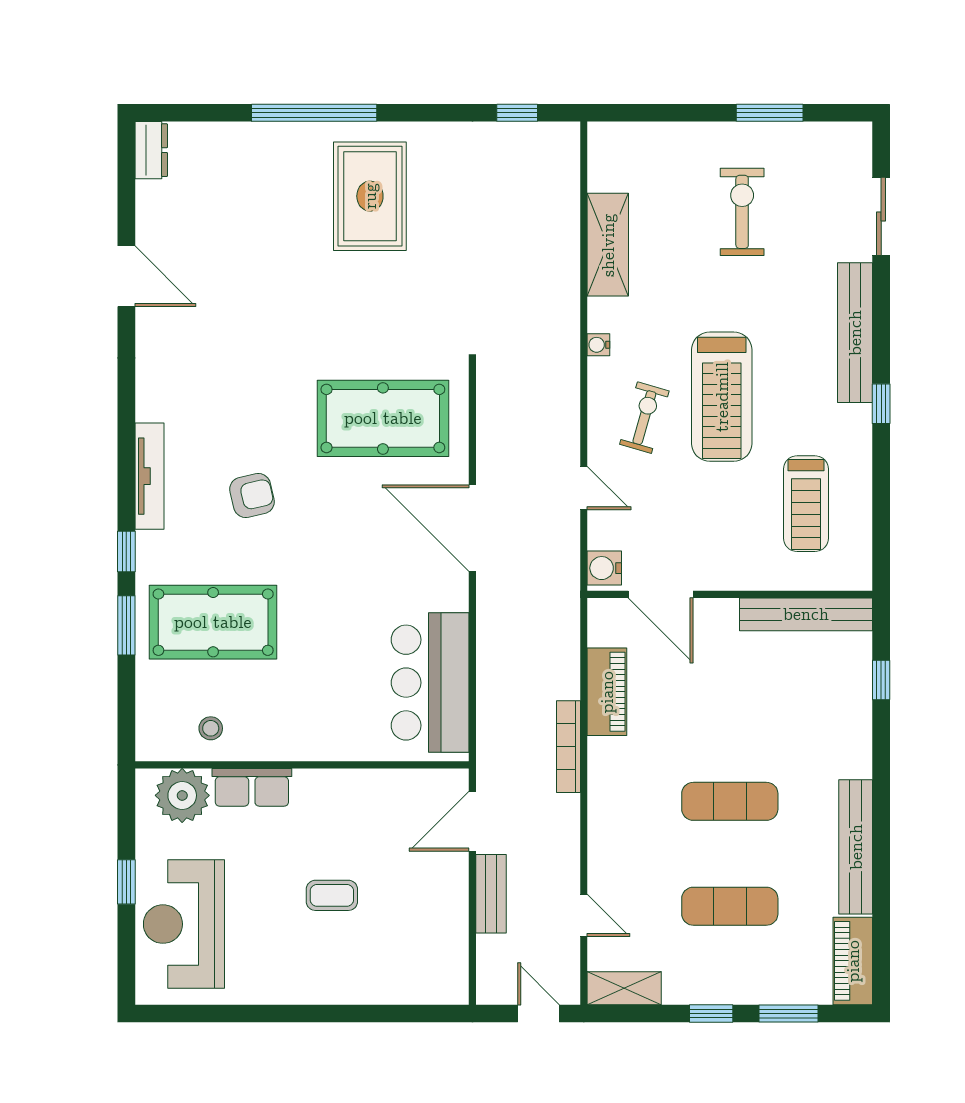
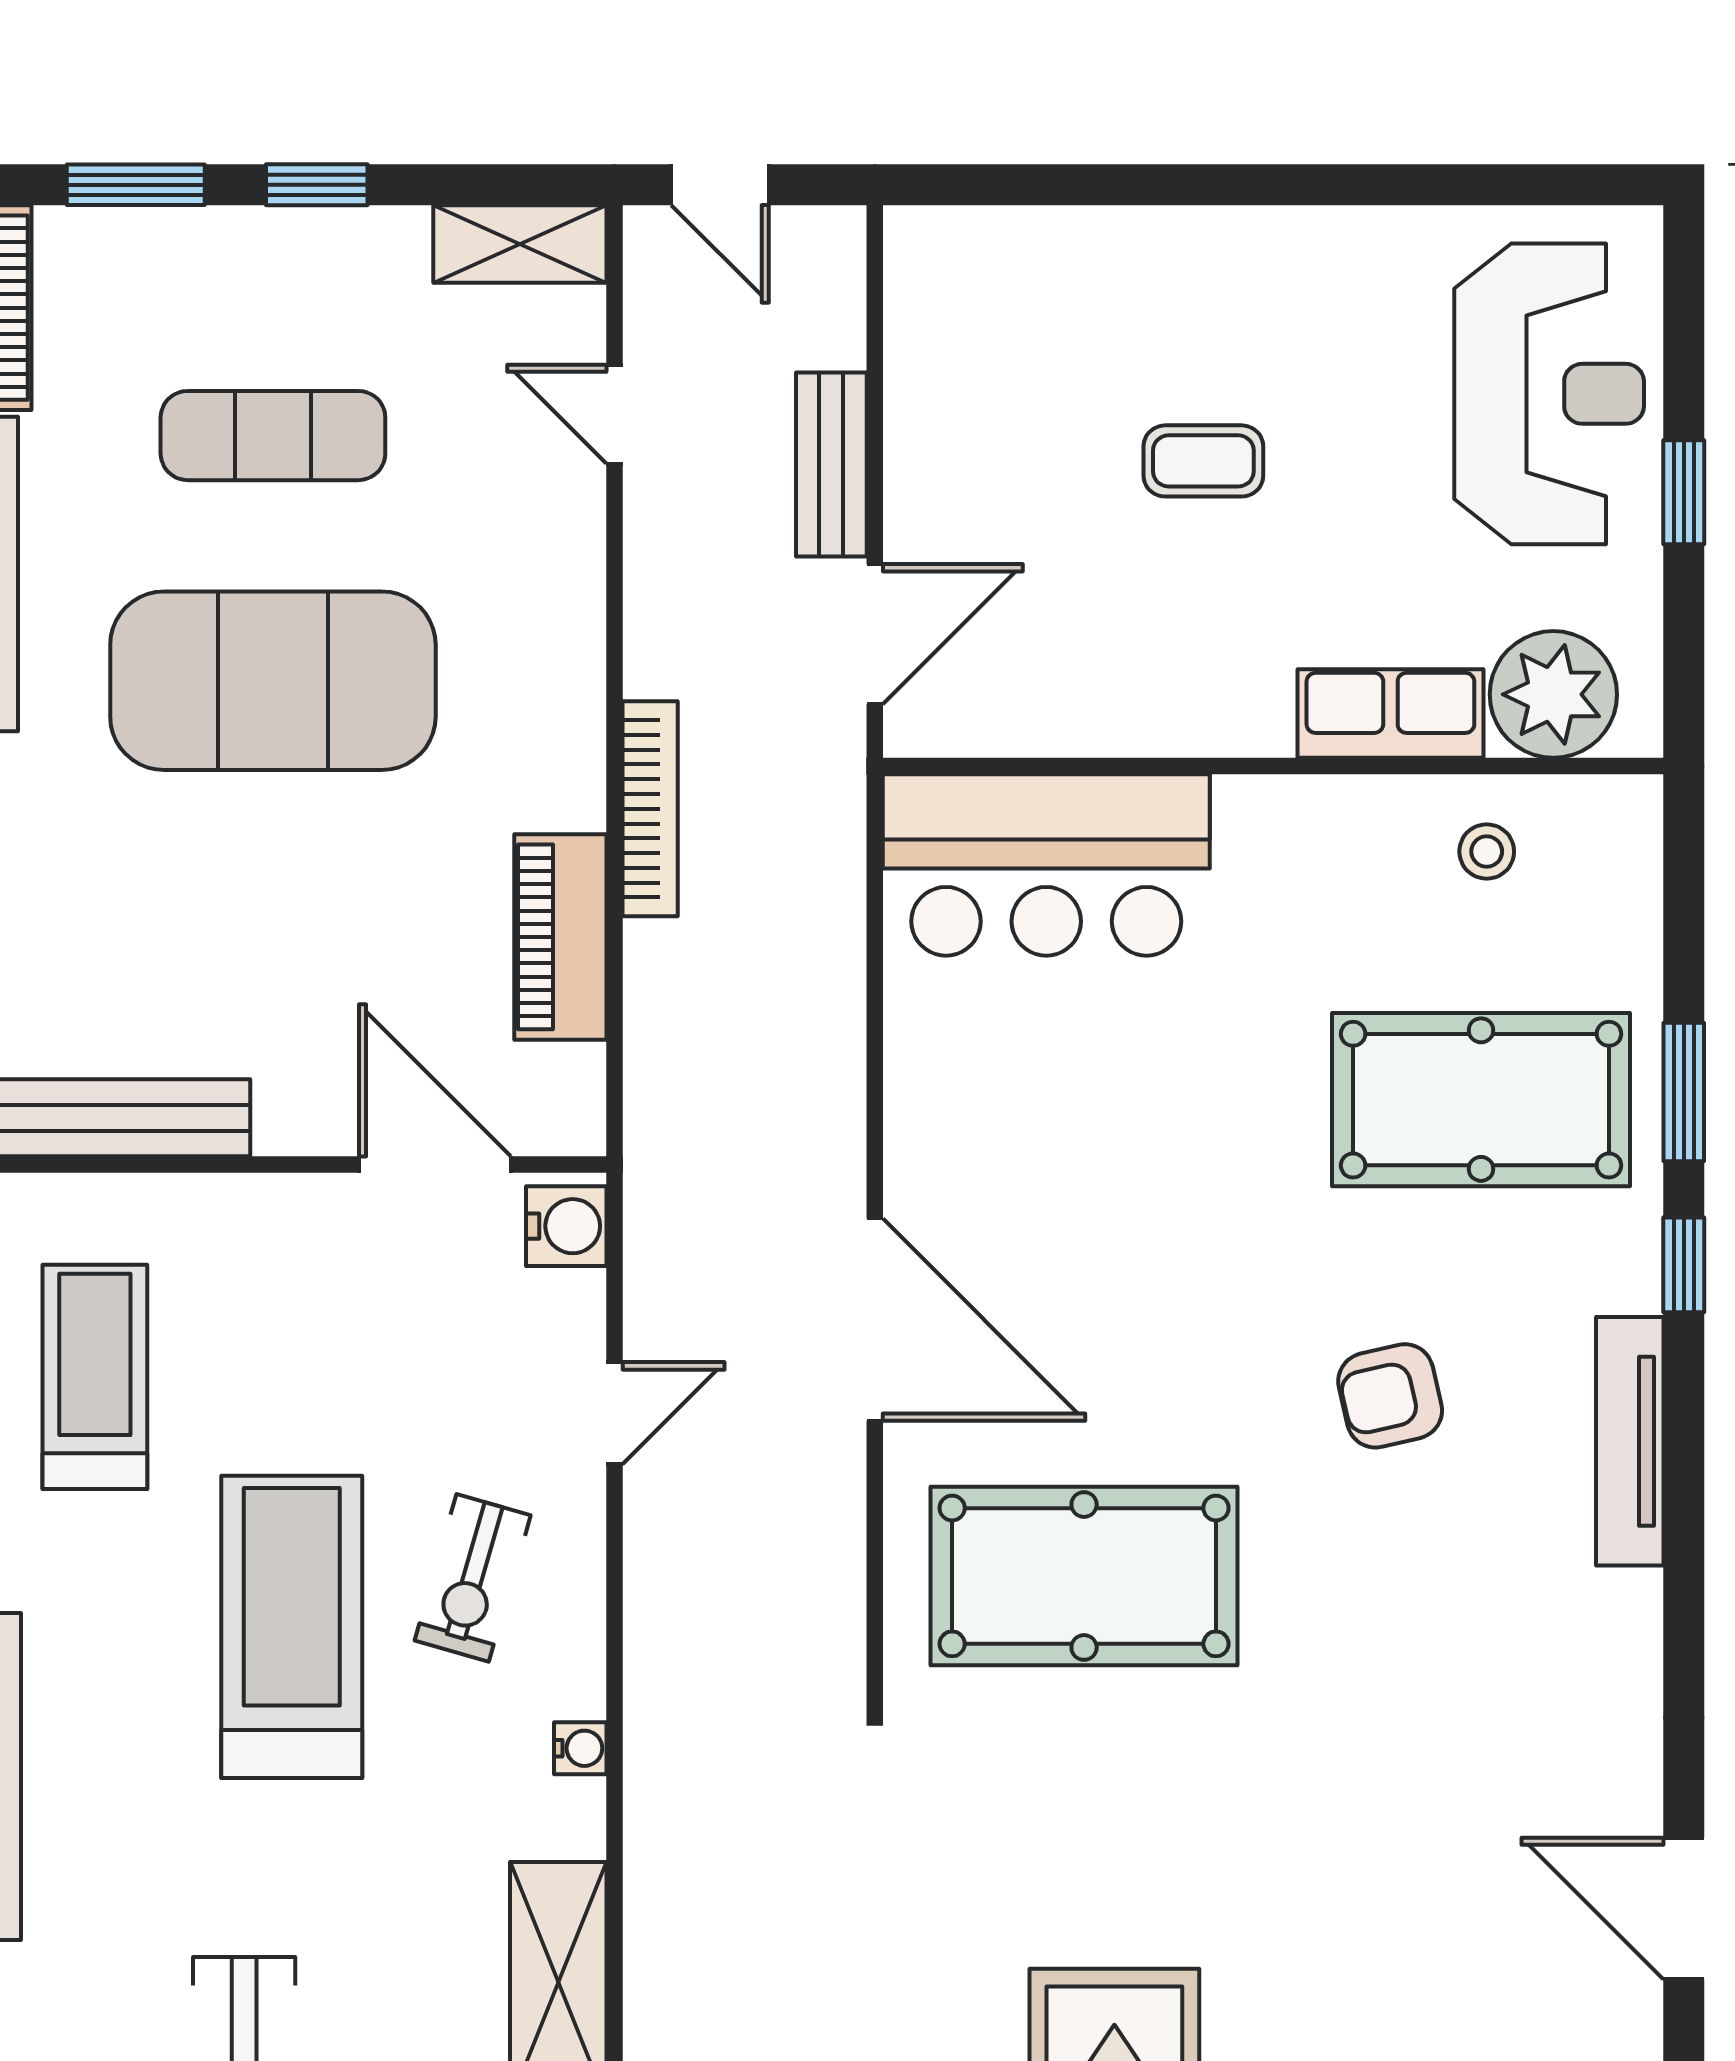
door: (584, 488) -> (614, 1413), swing flipped
bar counter: (430, 683) -> (1046, 865), moved, turned 90
exercise mat: (730, 801) -> (273, 681), width x2.00, depth x1.45

